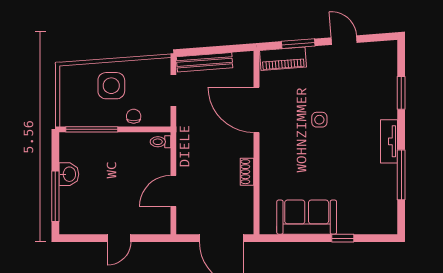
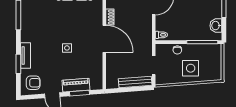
piano: (283, 59) -> (76, 85), moved
armchair: (376, 61) -> (33, 83), added
door: (257, 110) -> (104, 39), moved
tv unit: (389, 141) -> (26, 55), moved
washbasin: (69, 174) -> (216, 26), moved

